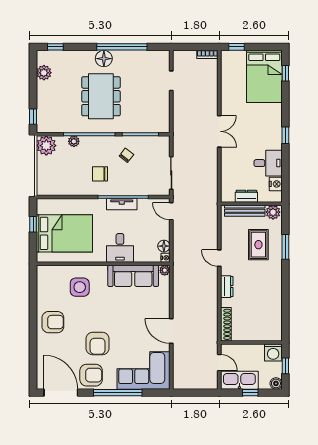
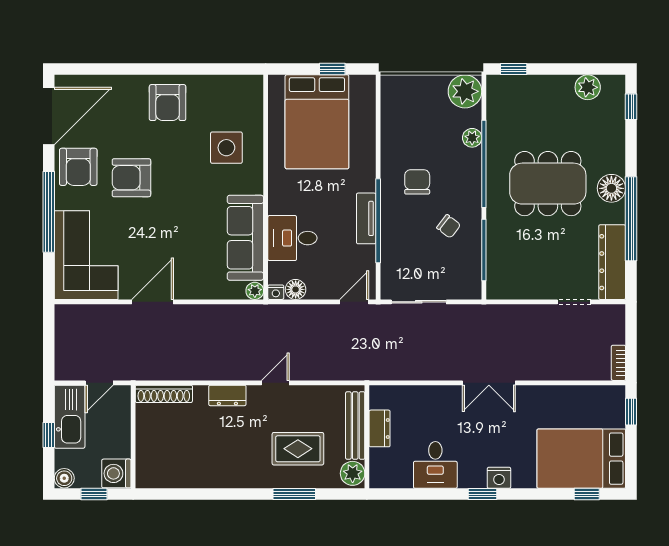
dresser: (148, 58) -> (612, 262), added
nightstand: (276, 184) -> (499, 478), moved
desk: (120, 248) -> (292, 238), moved

